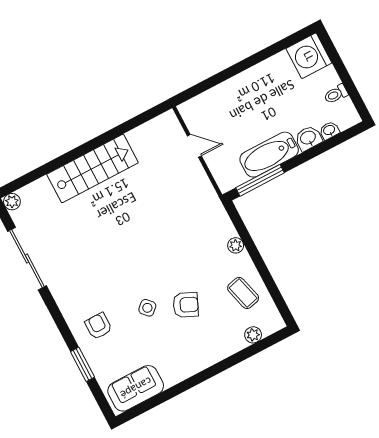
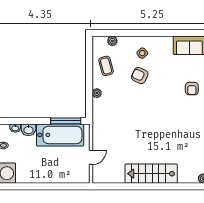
door: (194, 146) -> (91, 157), swing flipped
bathtub: (269, 155) -> (60, 135), width x1.36, depth x1.36
side table: (147, 308) -> (142, 53), moved

